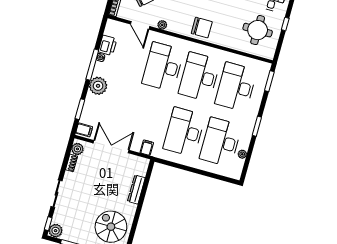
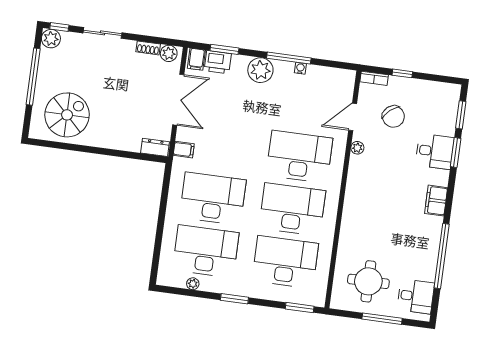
window: (285, 24) -> (382, 319), width x2.17
chair: (202, 28) -> (361, 203), removed
printer: (108, 45) -> (218, 62), moved
dresser: (136, 190) -> (155, 147), moved, width x0.70

